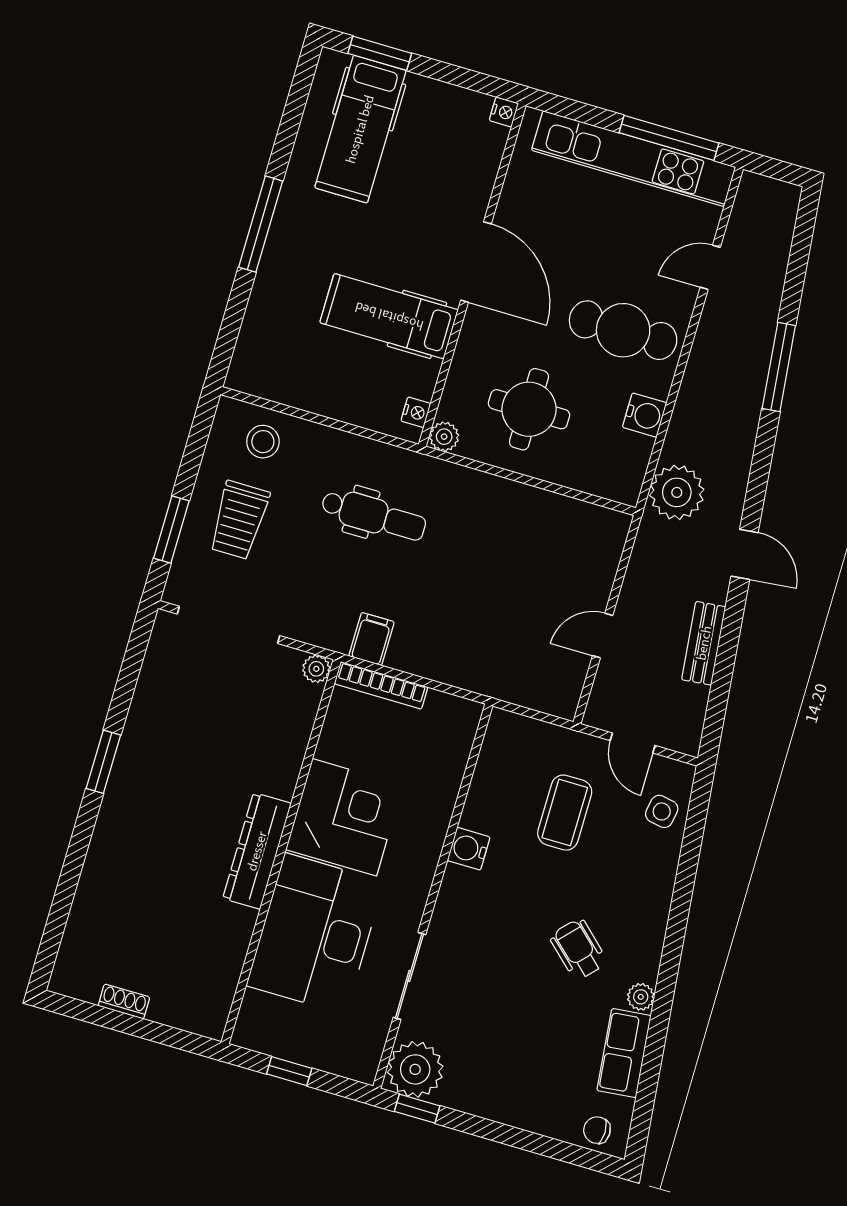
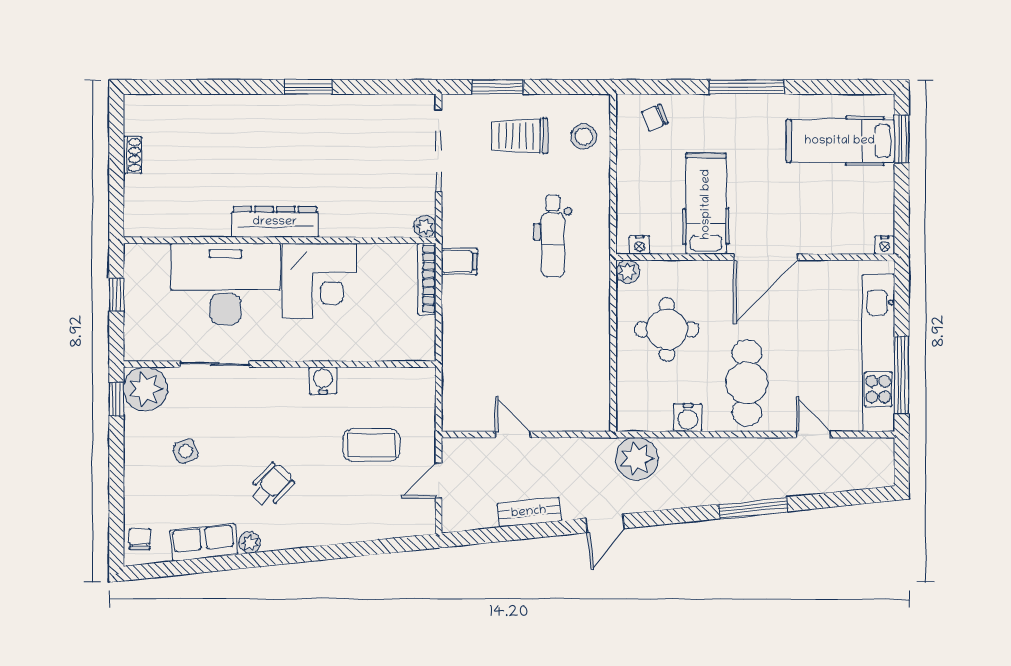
chair: (265, 348) -> (655, 117), added
side table: (662, 811) -> (186, 451), moved, turned -30

